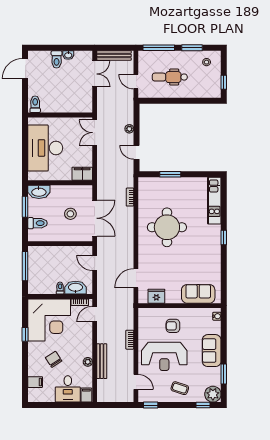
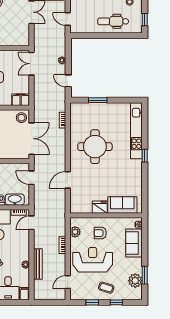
dental chair: (170, 77) -> (113, 21), moved
kitchen unit: (214, 201) -> (136, 131), width x1.36
stool: (70, 214) -> (21, 118), moved
door: (136, 278) -> (68, 180), moved
fridge: (156, 296) -> (100, 207), moved
plant: (144, 325) -> (75, 232), added
sofa: (212, 351) -> (134, 243), moved
reception desk: (164, 356) -> (93, 260), turned 180
door: (136, 382) -> (68, 282), swing flipped
plant: (213, 394) -> (135, 281), moved
window: (151, 405) -> (92, 302), moved
window: (203, 405) -> (116, 302), moved

